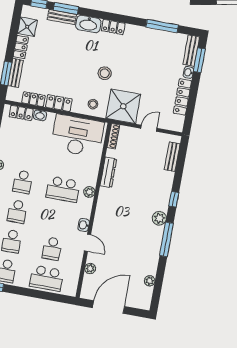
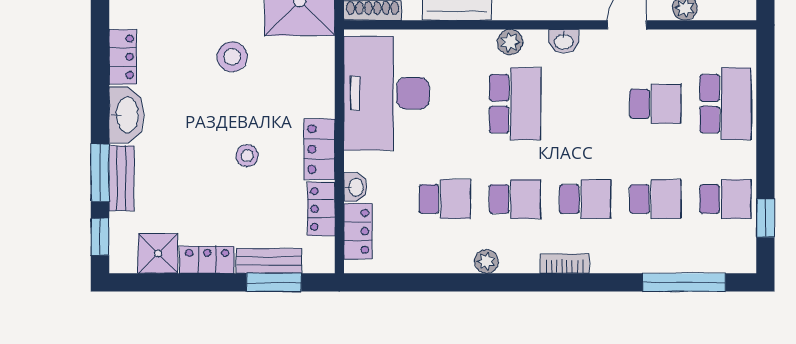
stool: (93, 104) -> (247, 156), moved
school desk: (28, 152) -> (445, 199), added
washbasin: (84, 225) -> (564, 41), moved

